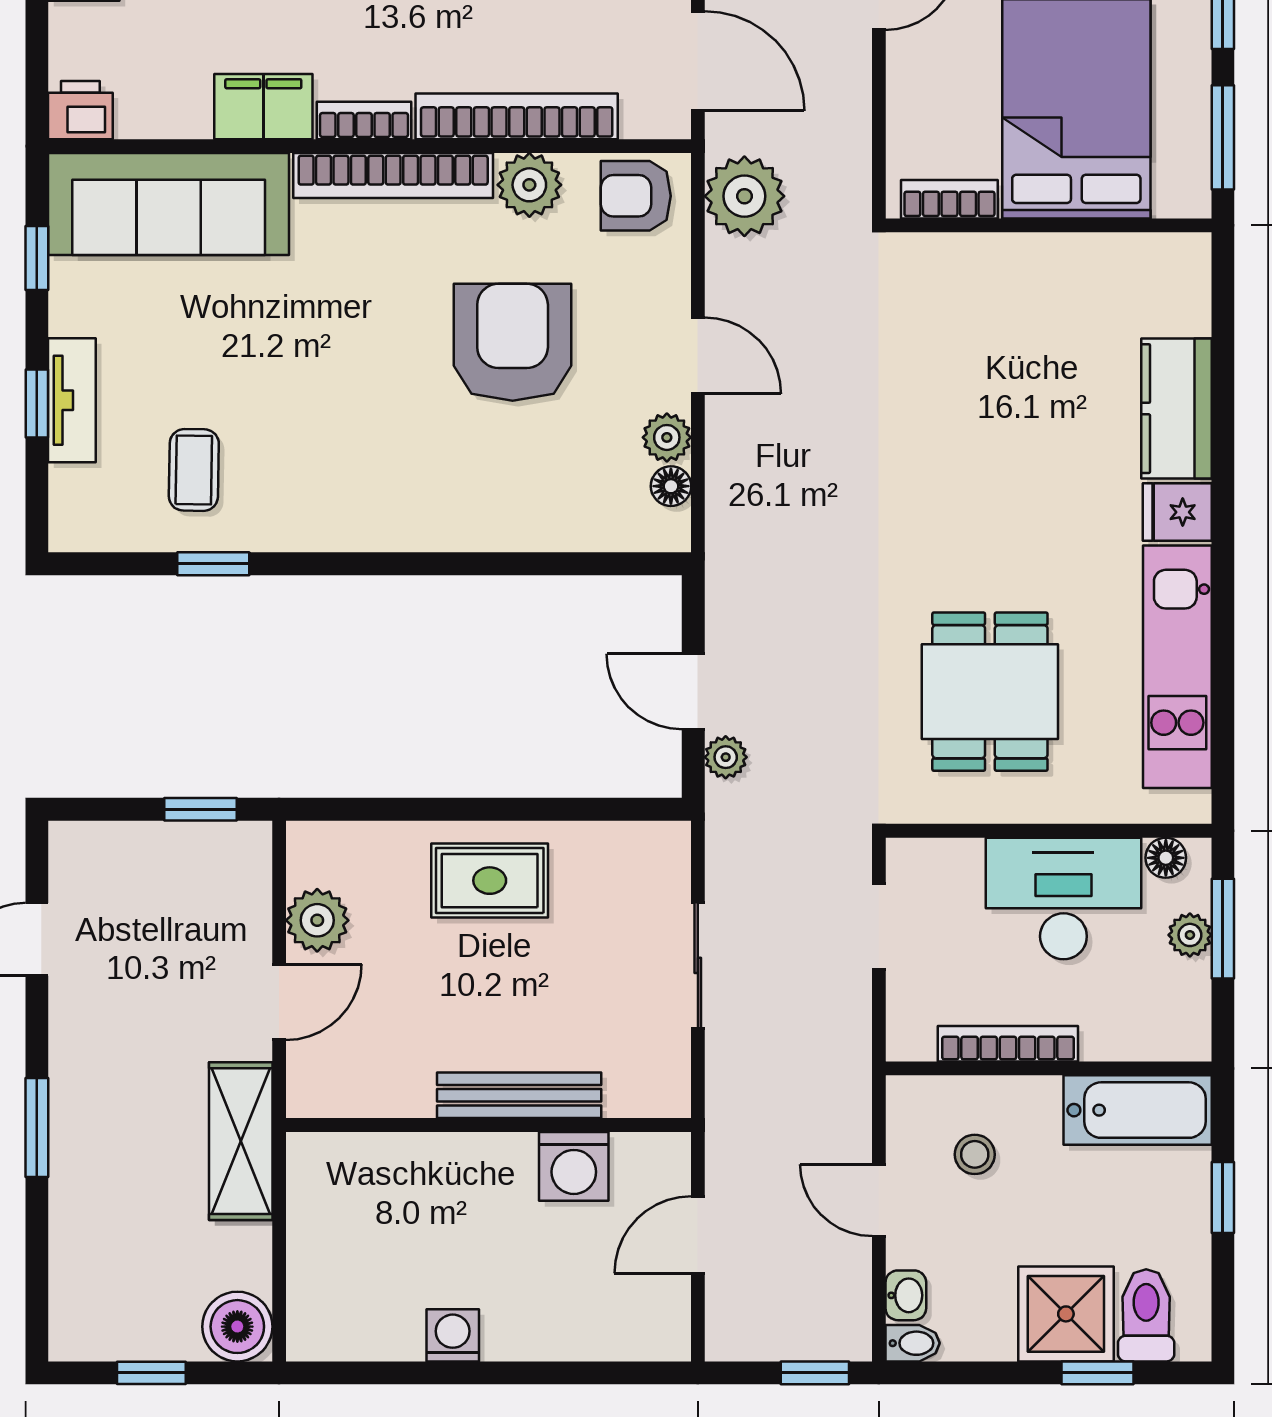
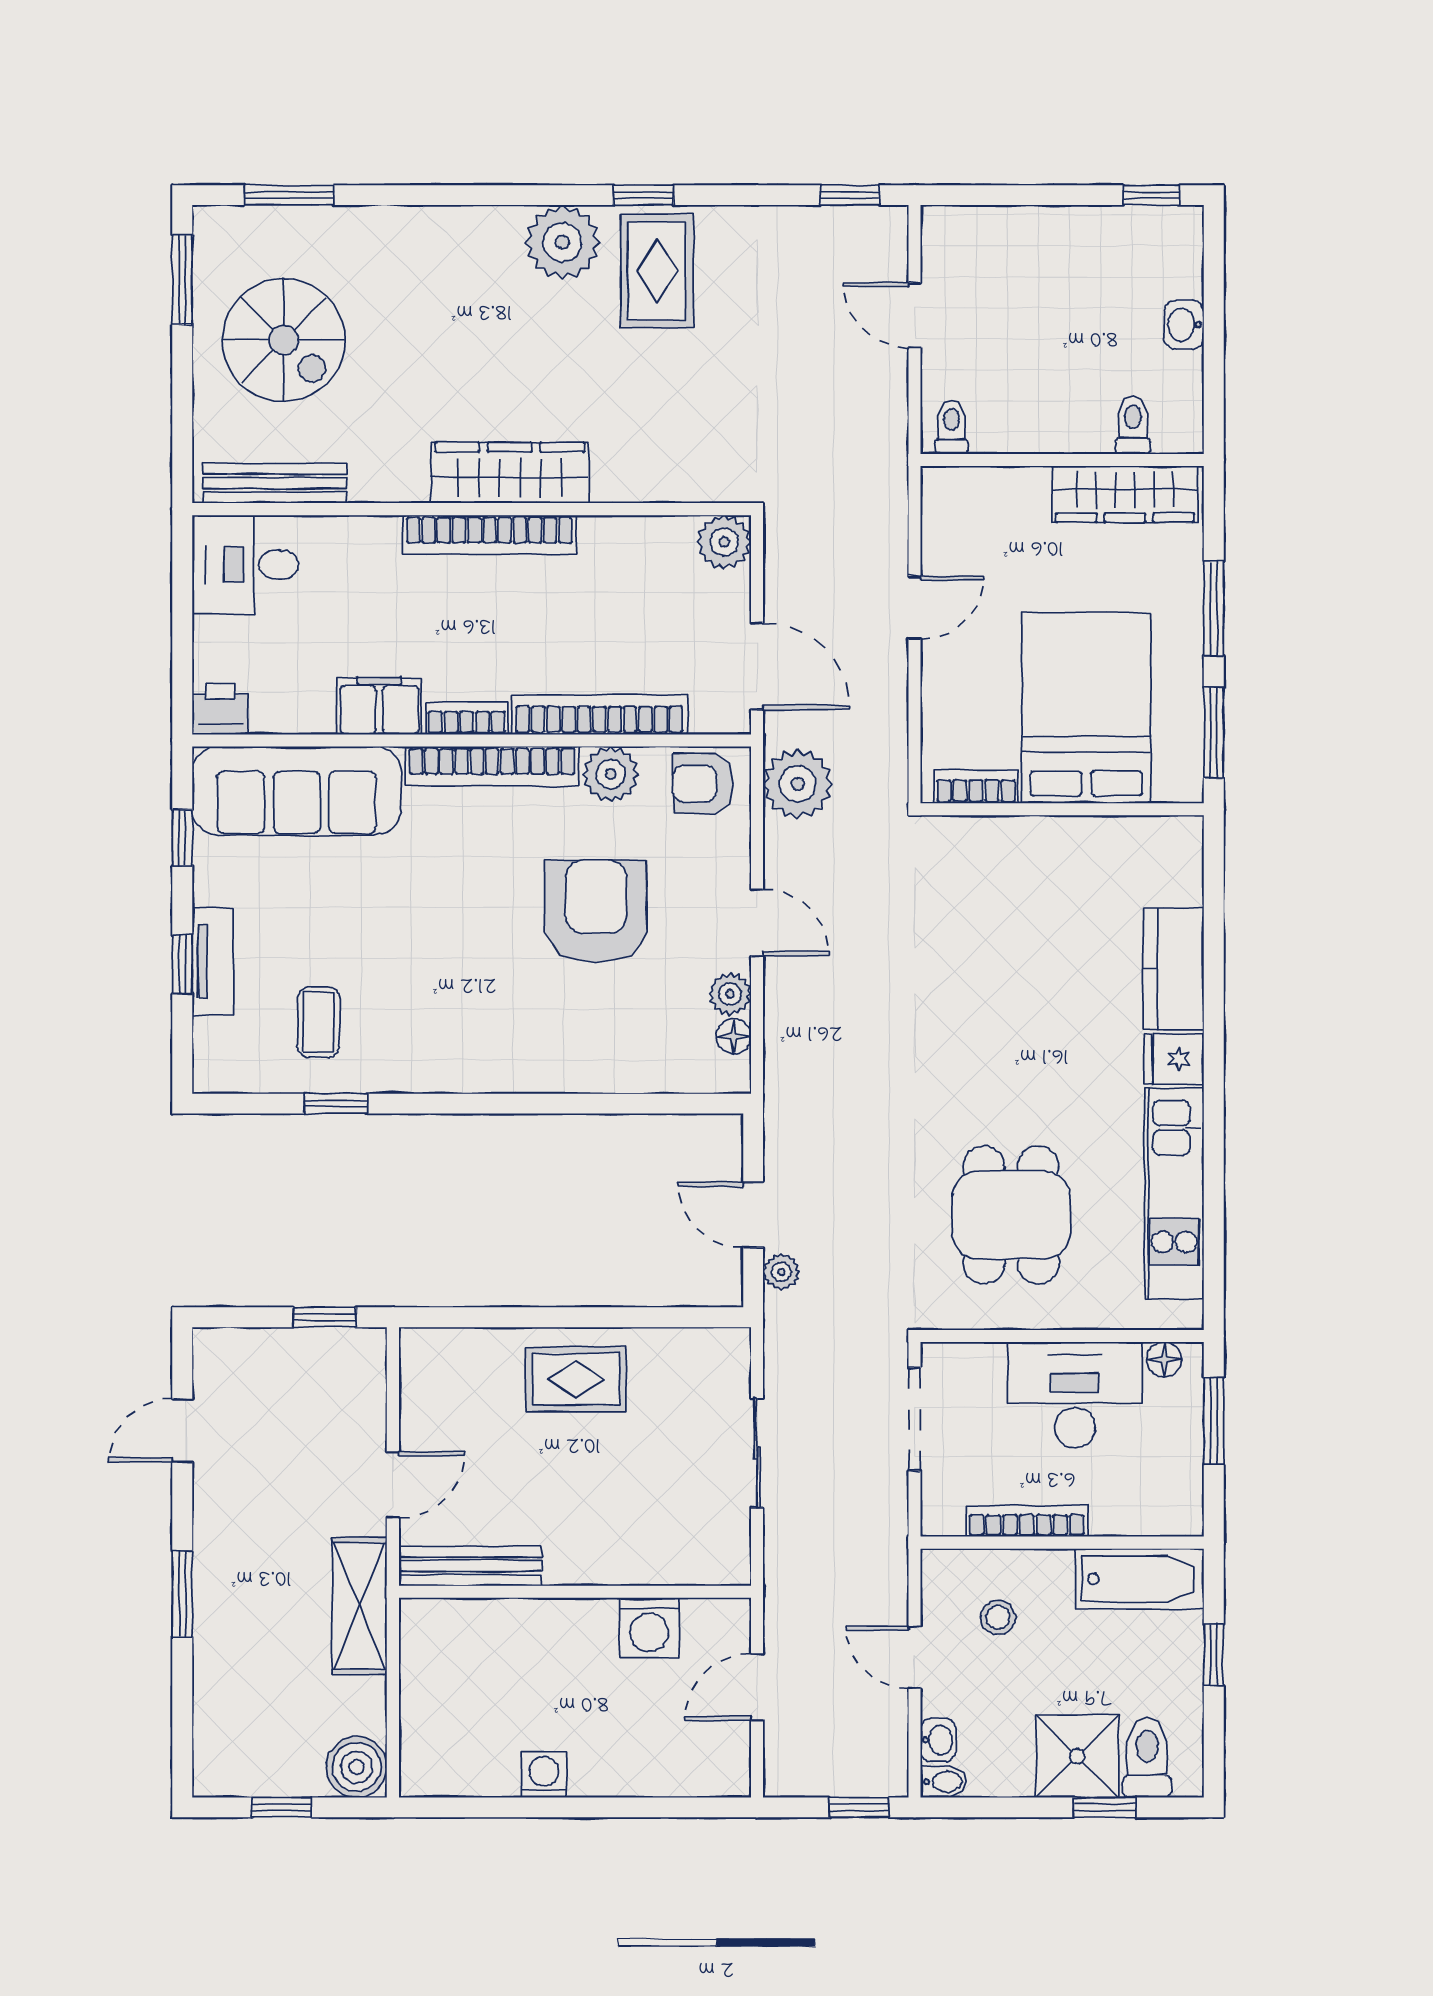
plant: (317, 920) -> (426, 1414), removed
doorway: (879, 927) -> (915, 1419), width x1.38
plant: (1190, 935) -> (1185, 1427), removed
bench: (519, 1095) -> (470, 1566), moved

